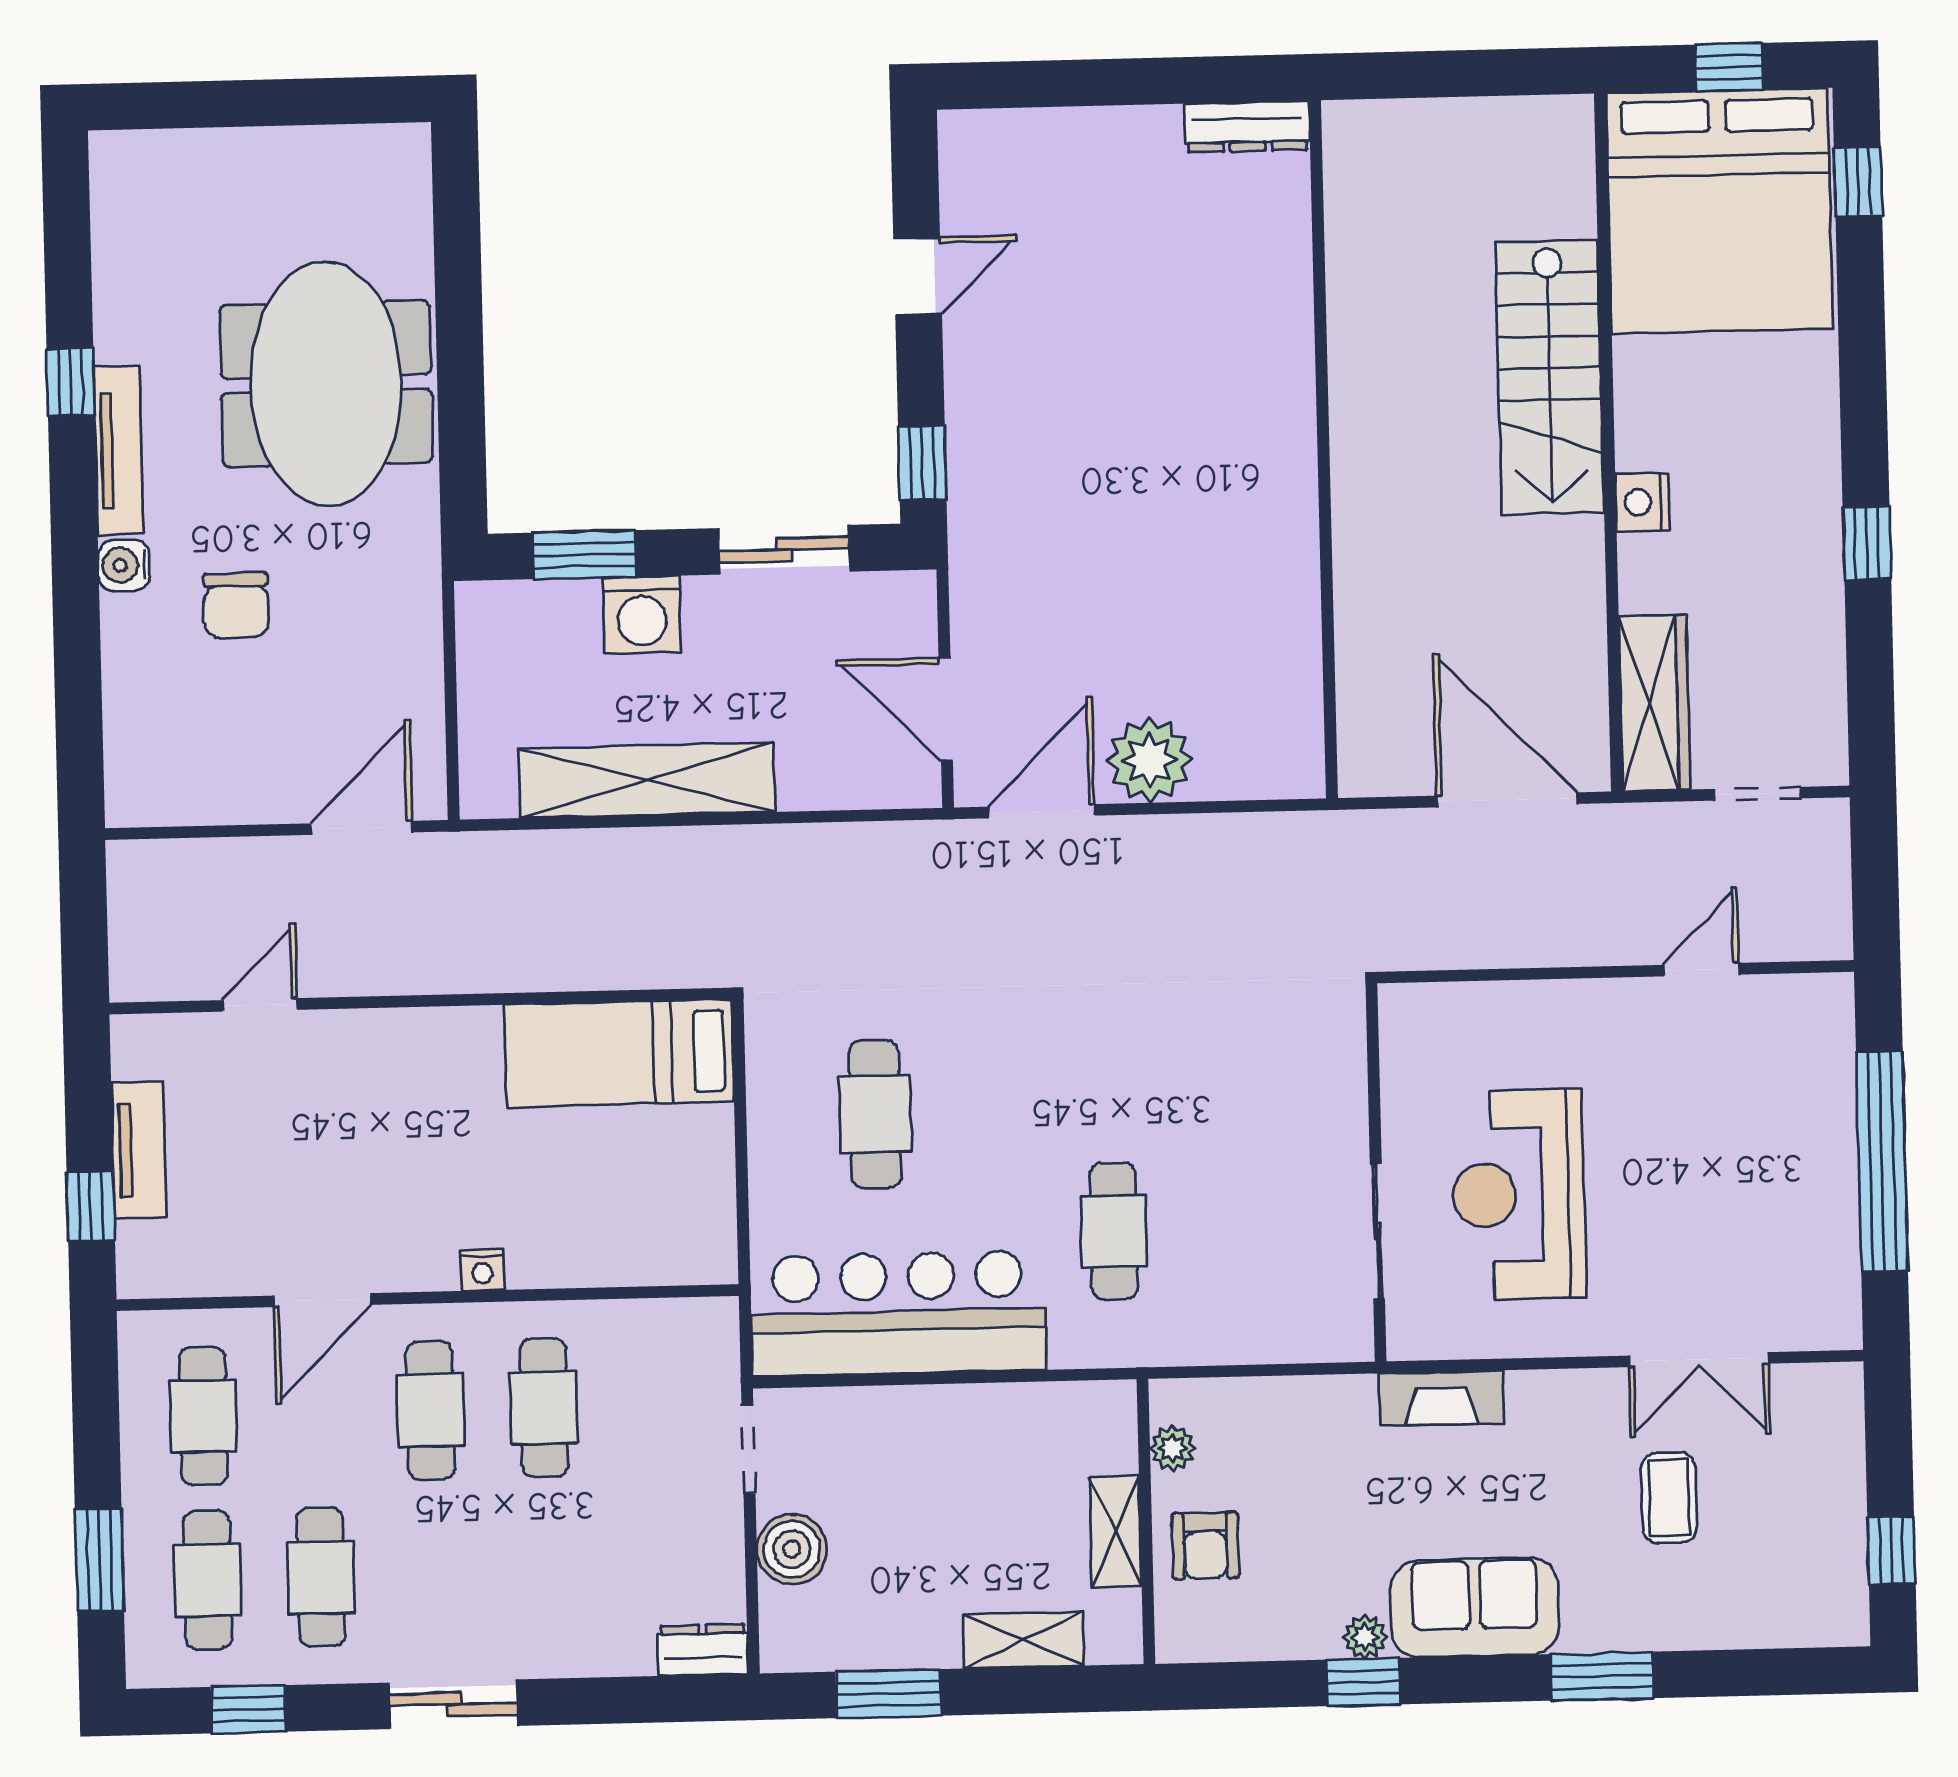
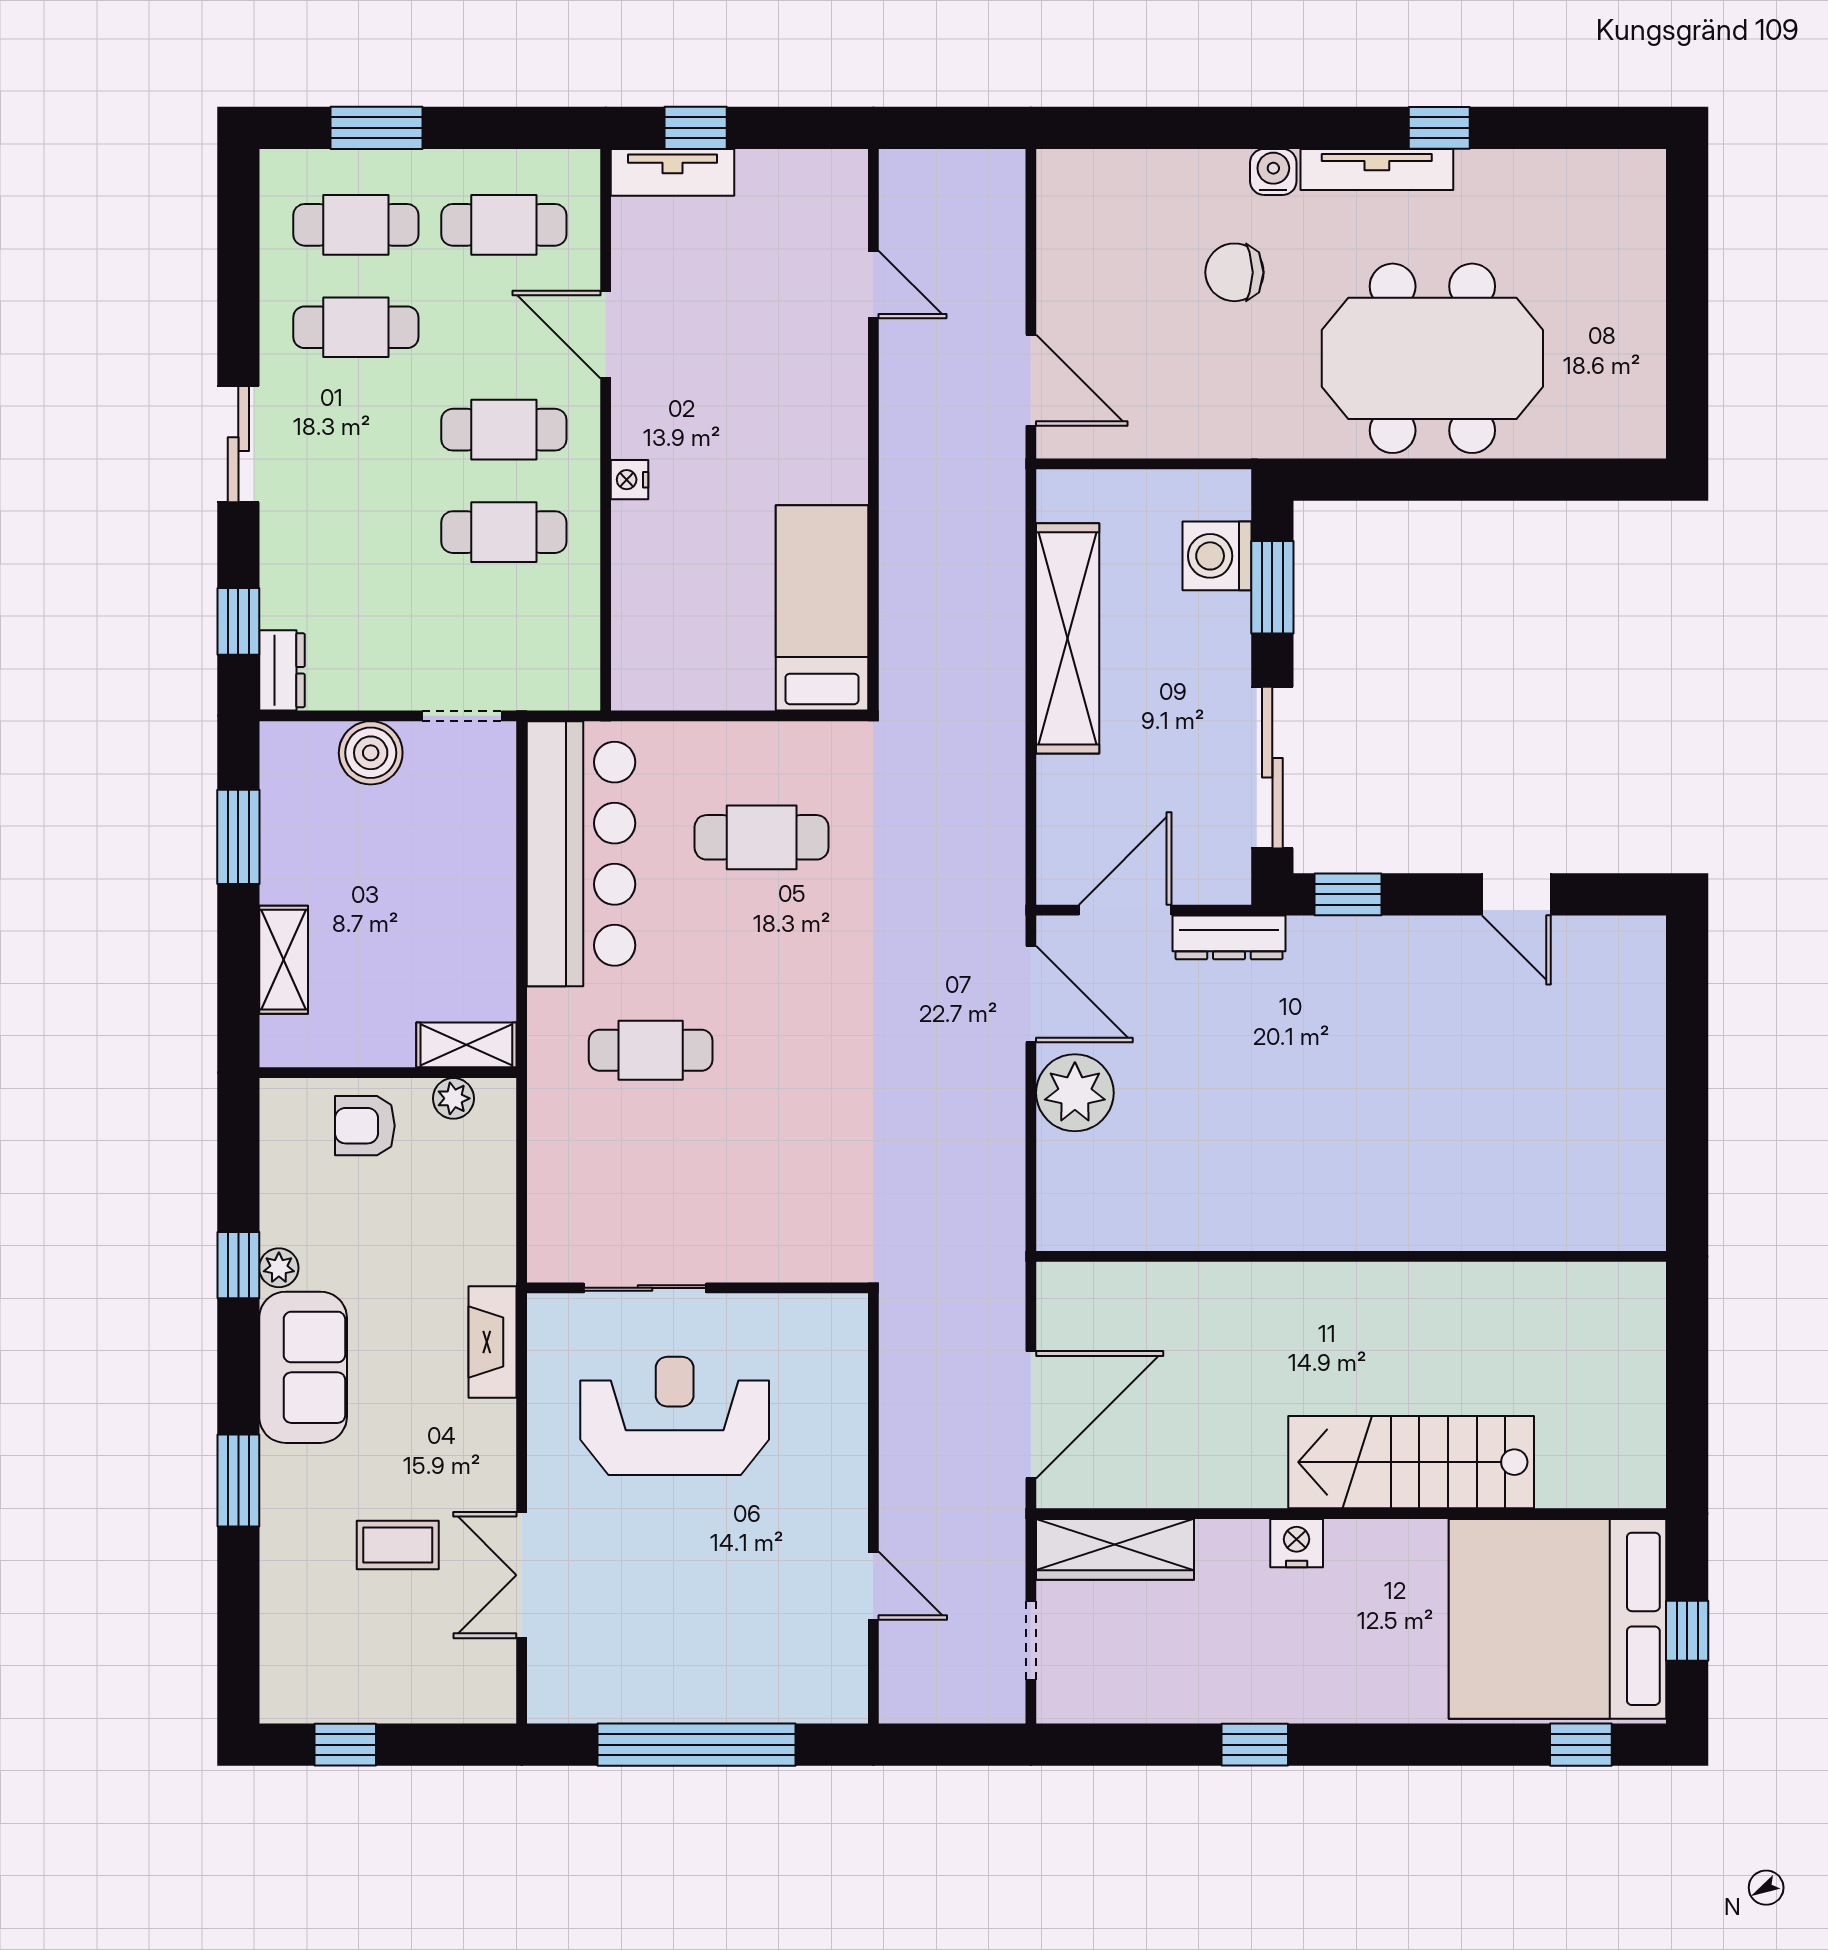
dresser: (1247, 127) -> (1229, 937), moved, turned -90
sliding door: (784, 550) -> (1272, 768), width x1.37
washing machine: (642, 615) -> (1217, 556), moved
tv unit: (139, 1150) -> (673, 172), moved
shelving: (1115, 1532) -> (466, 1045), moved
window: (248, 1709) -> (238, 621), moved

